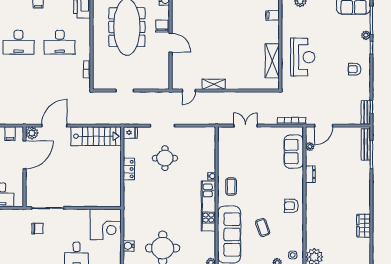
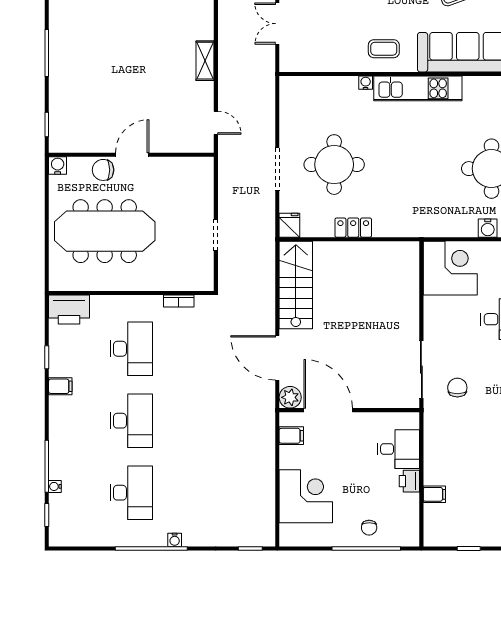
shelving: (214, 84) -> (205, 61), moved
round table: (165, 158) -> (334, 165), width x1.36, depth x1.36

